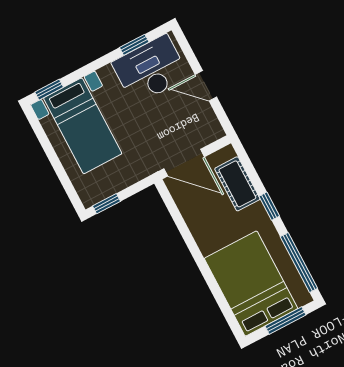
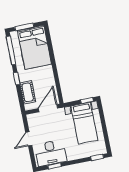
door: (206, 86) -> (29, 139), swing flipped
bed with nightstands: (83, 126) -> (84, 123), moved, turned 180
door: (184, 163) -> (48, 108), hinge flipped

